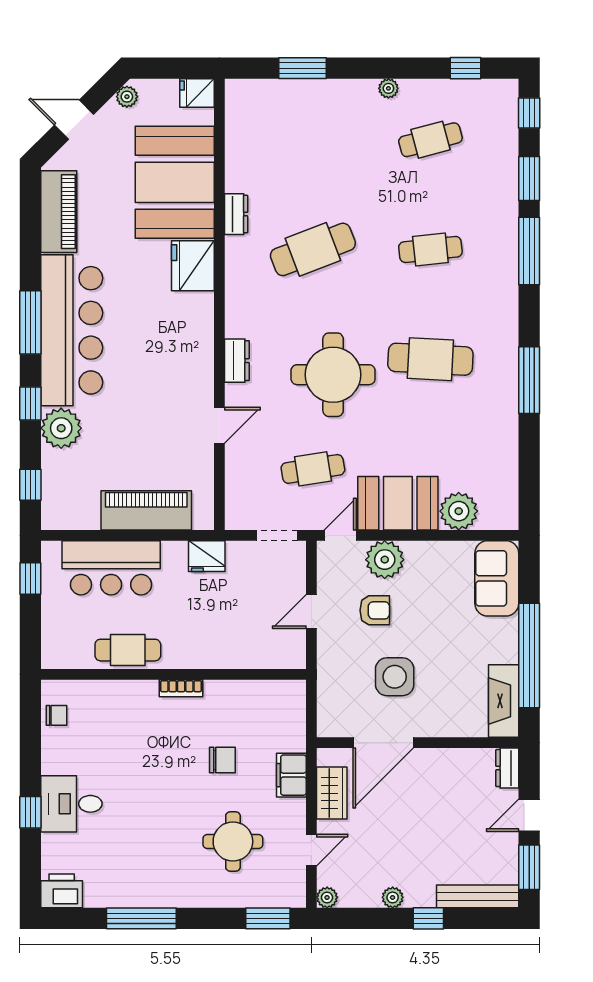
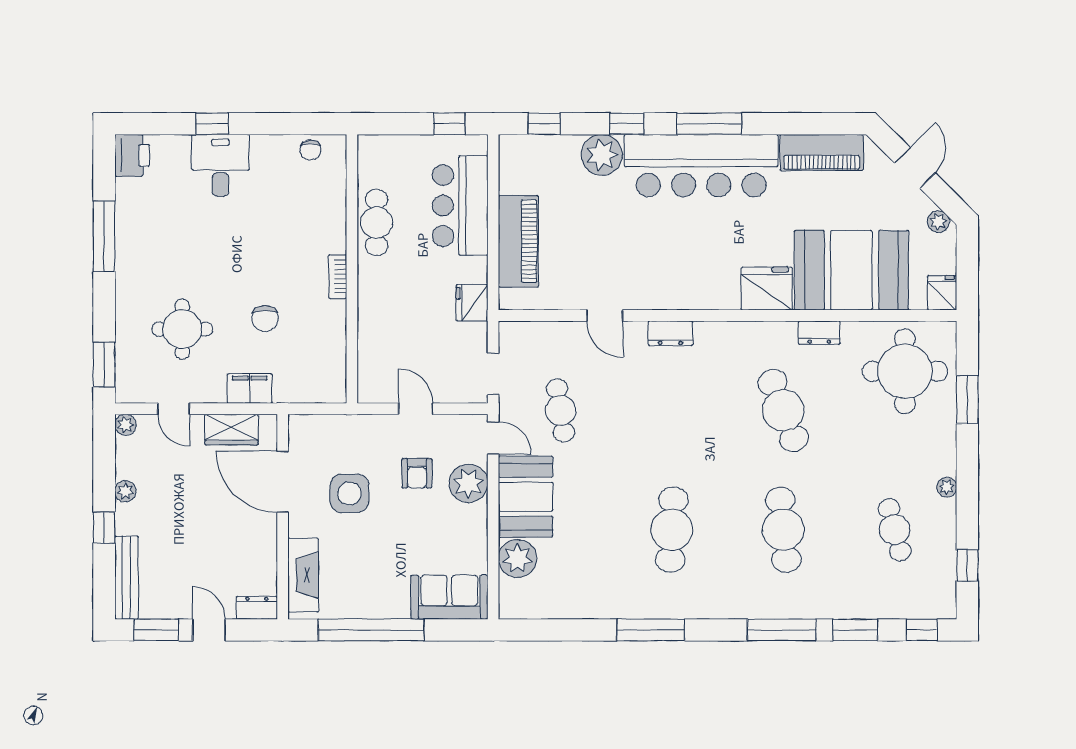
cafe table: (430, 249) -> (783, 530), width x1.37, depth x1.35
round table: (333, 375) -> (905, 371), moved
fireplace: (504, 701) -> (303, 575), moved, turned 90

